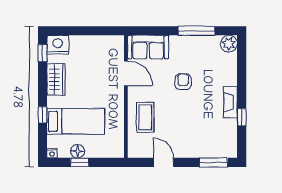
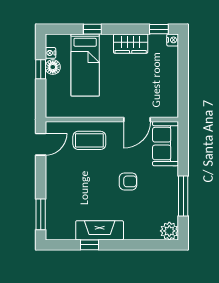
nightstand: (58, 45) -> (173, 40), width x0.53, depth x0.56
fireplace: (230, 102) -> (100, 230), width x1.37, depth x1.32
nightstand: (52, 153) -> (50, 53), moved
door: (164, 162) -> (41, 144), moved

